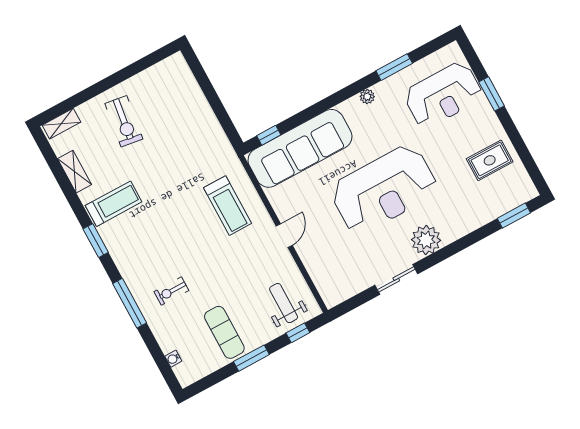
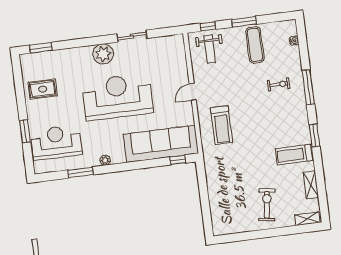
treadmill: (227, 206) -> (222, 125), turned 180

